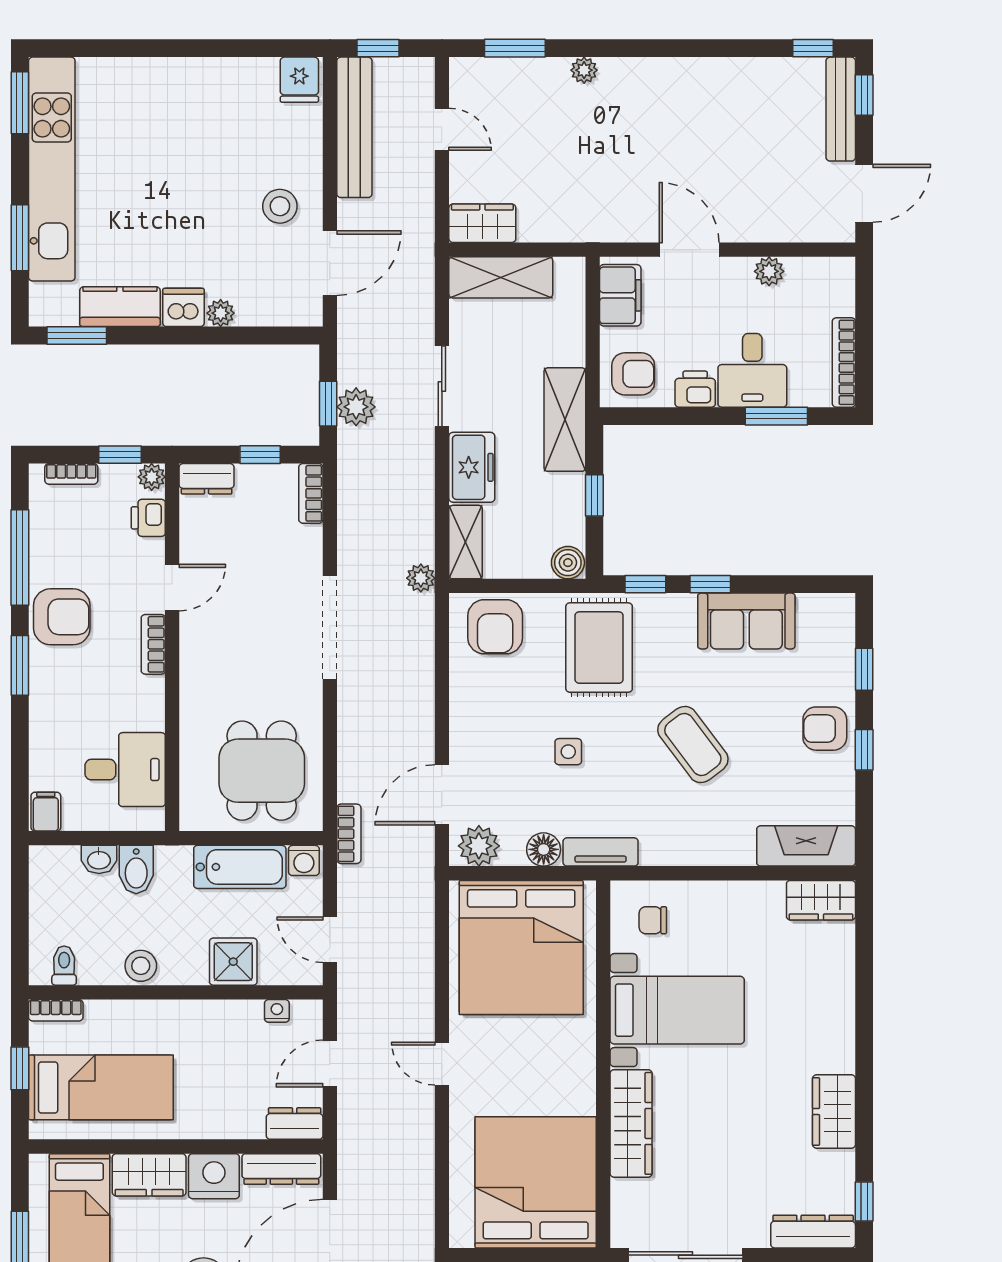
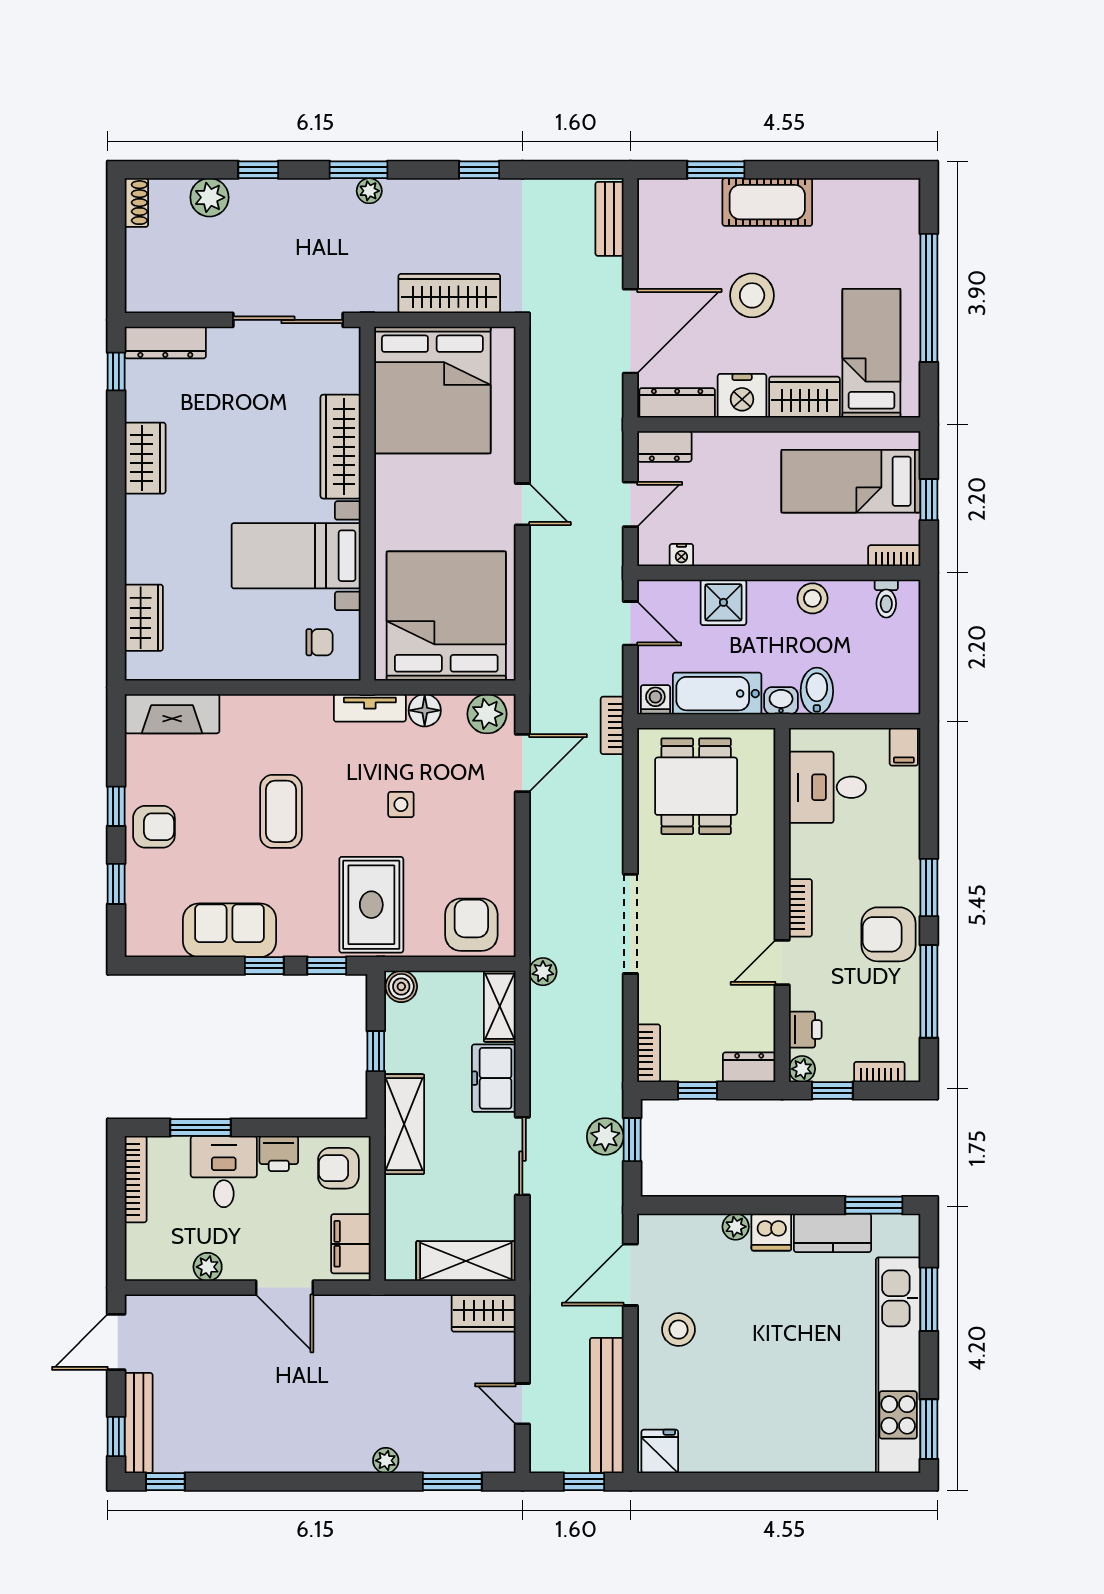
coffee table: (693, 745) -> (281, 811), turned 37
washbasin: (99, 859) -> (781, 701), moved
wardrobe: (821, 900) -> (144, 618), moved, turned 90

